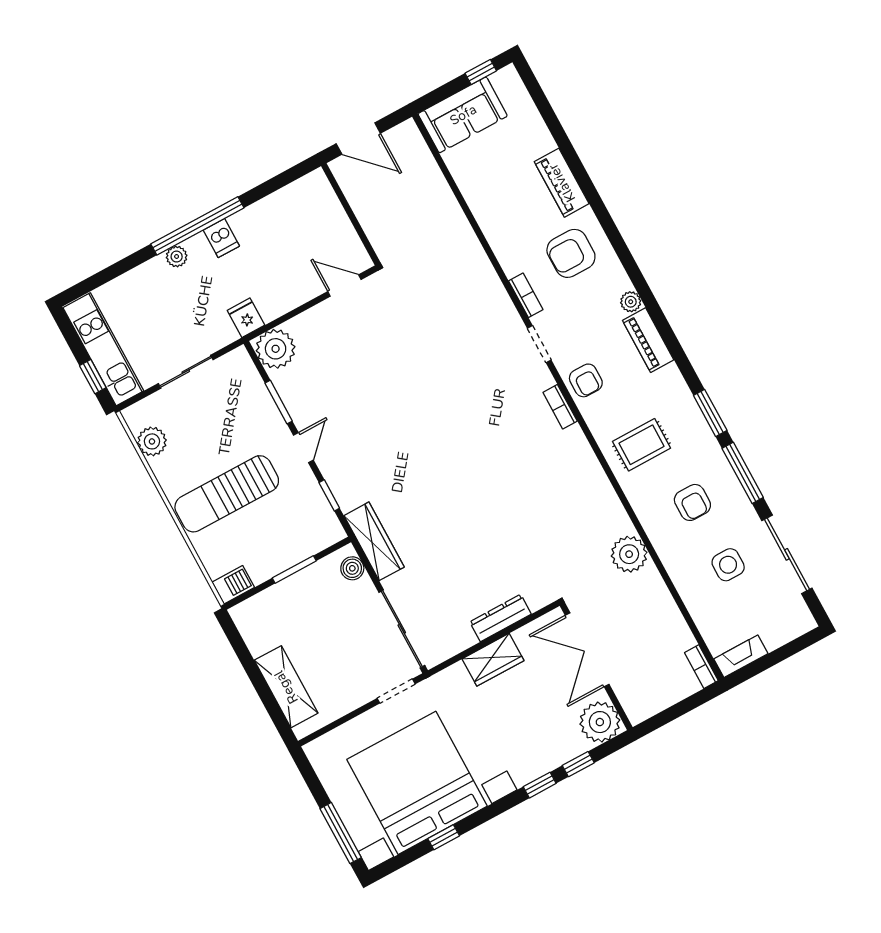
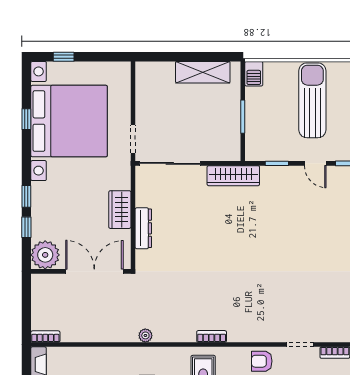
bookcase: (560, 407) -> (212, 336), moved
plant: (629, 554) -> (145, 335), width x0.53, depth x0.53
boiler: (352, 568) -> (224, 153), removed
shelving: (286, 687) -> (203, 72), moved
window: (341, 833) -> (64, 57), width x0.46

